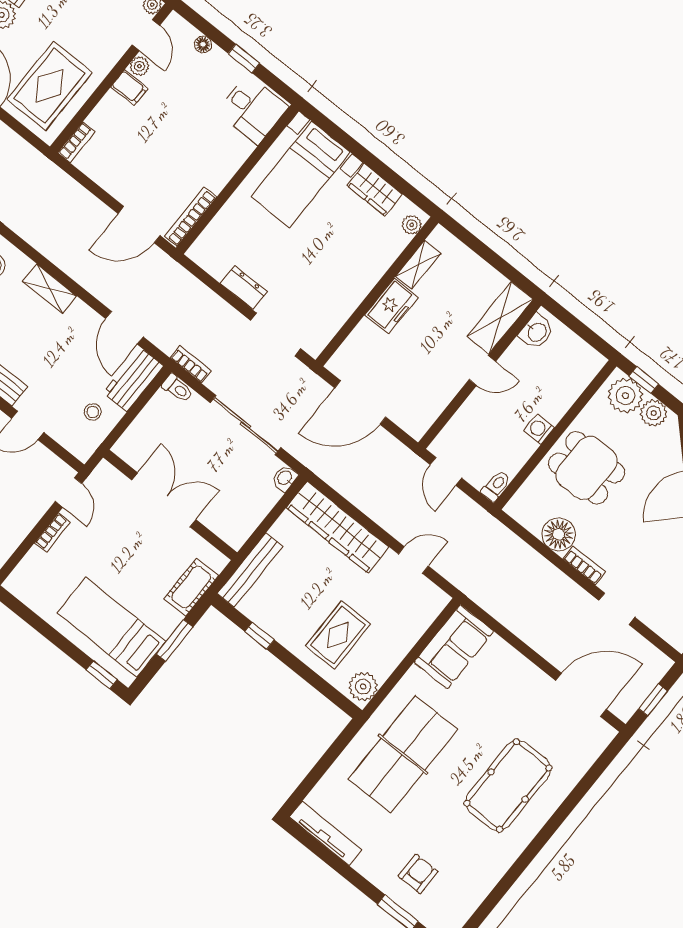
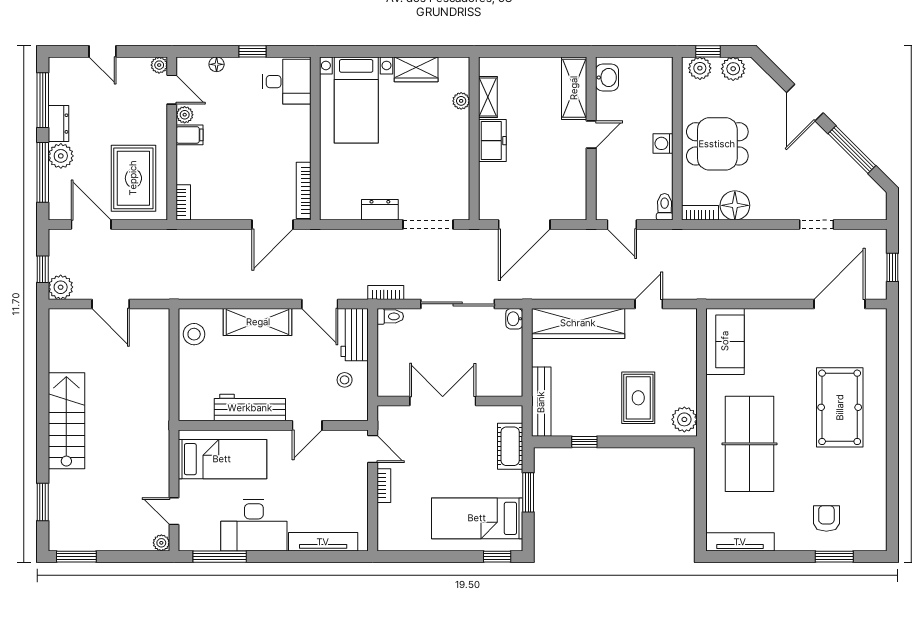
plant: (412, 225) -> (461, 101), moved
shelving: (50, 289) -> (258, 322), width x1.50, depth x1.33
plant: (625, 396) -> (700, 68), width x0.73, depth x0.73
bookcase: (584, 565) -> (700, 213), moved

